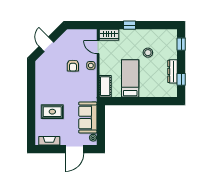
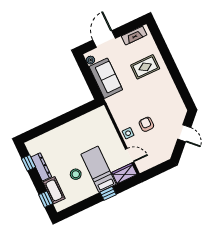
bed: (130, 78) -> (99, 169), moved, turned 180
cot: (105, 86) -> (54, 190), moved

